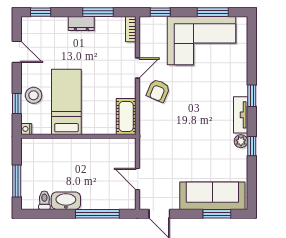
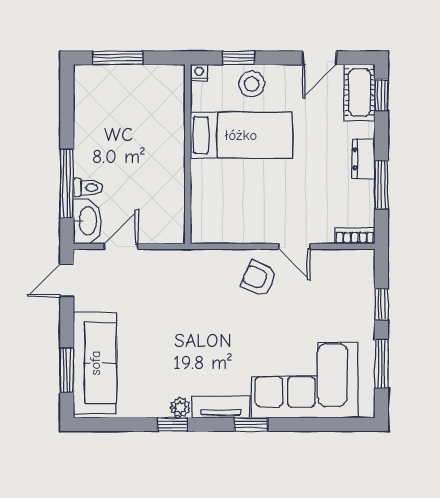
window: (160, 12) -> (381, 304), moved
corner sofa: (202, 41) -> (305, 380), moved, turned 90
cot: (126, 117) -> (360, 93), moved, turned 90
toilet: (44, 200) -> (88, 188), moved
washbasin: (66, 201) -> (87, 221), moved

